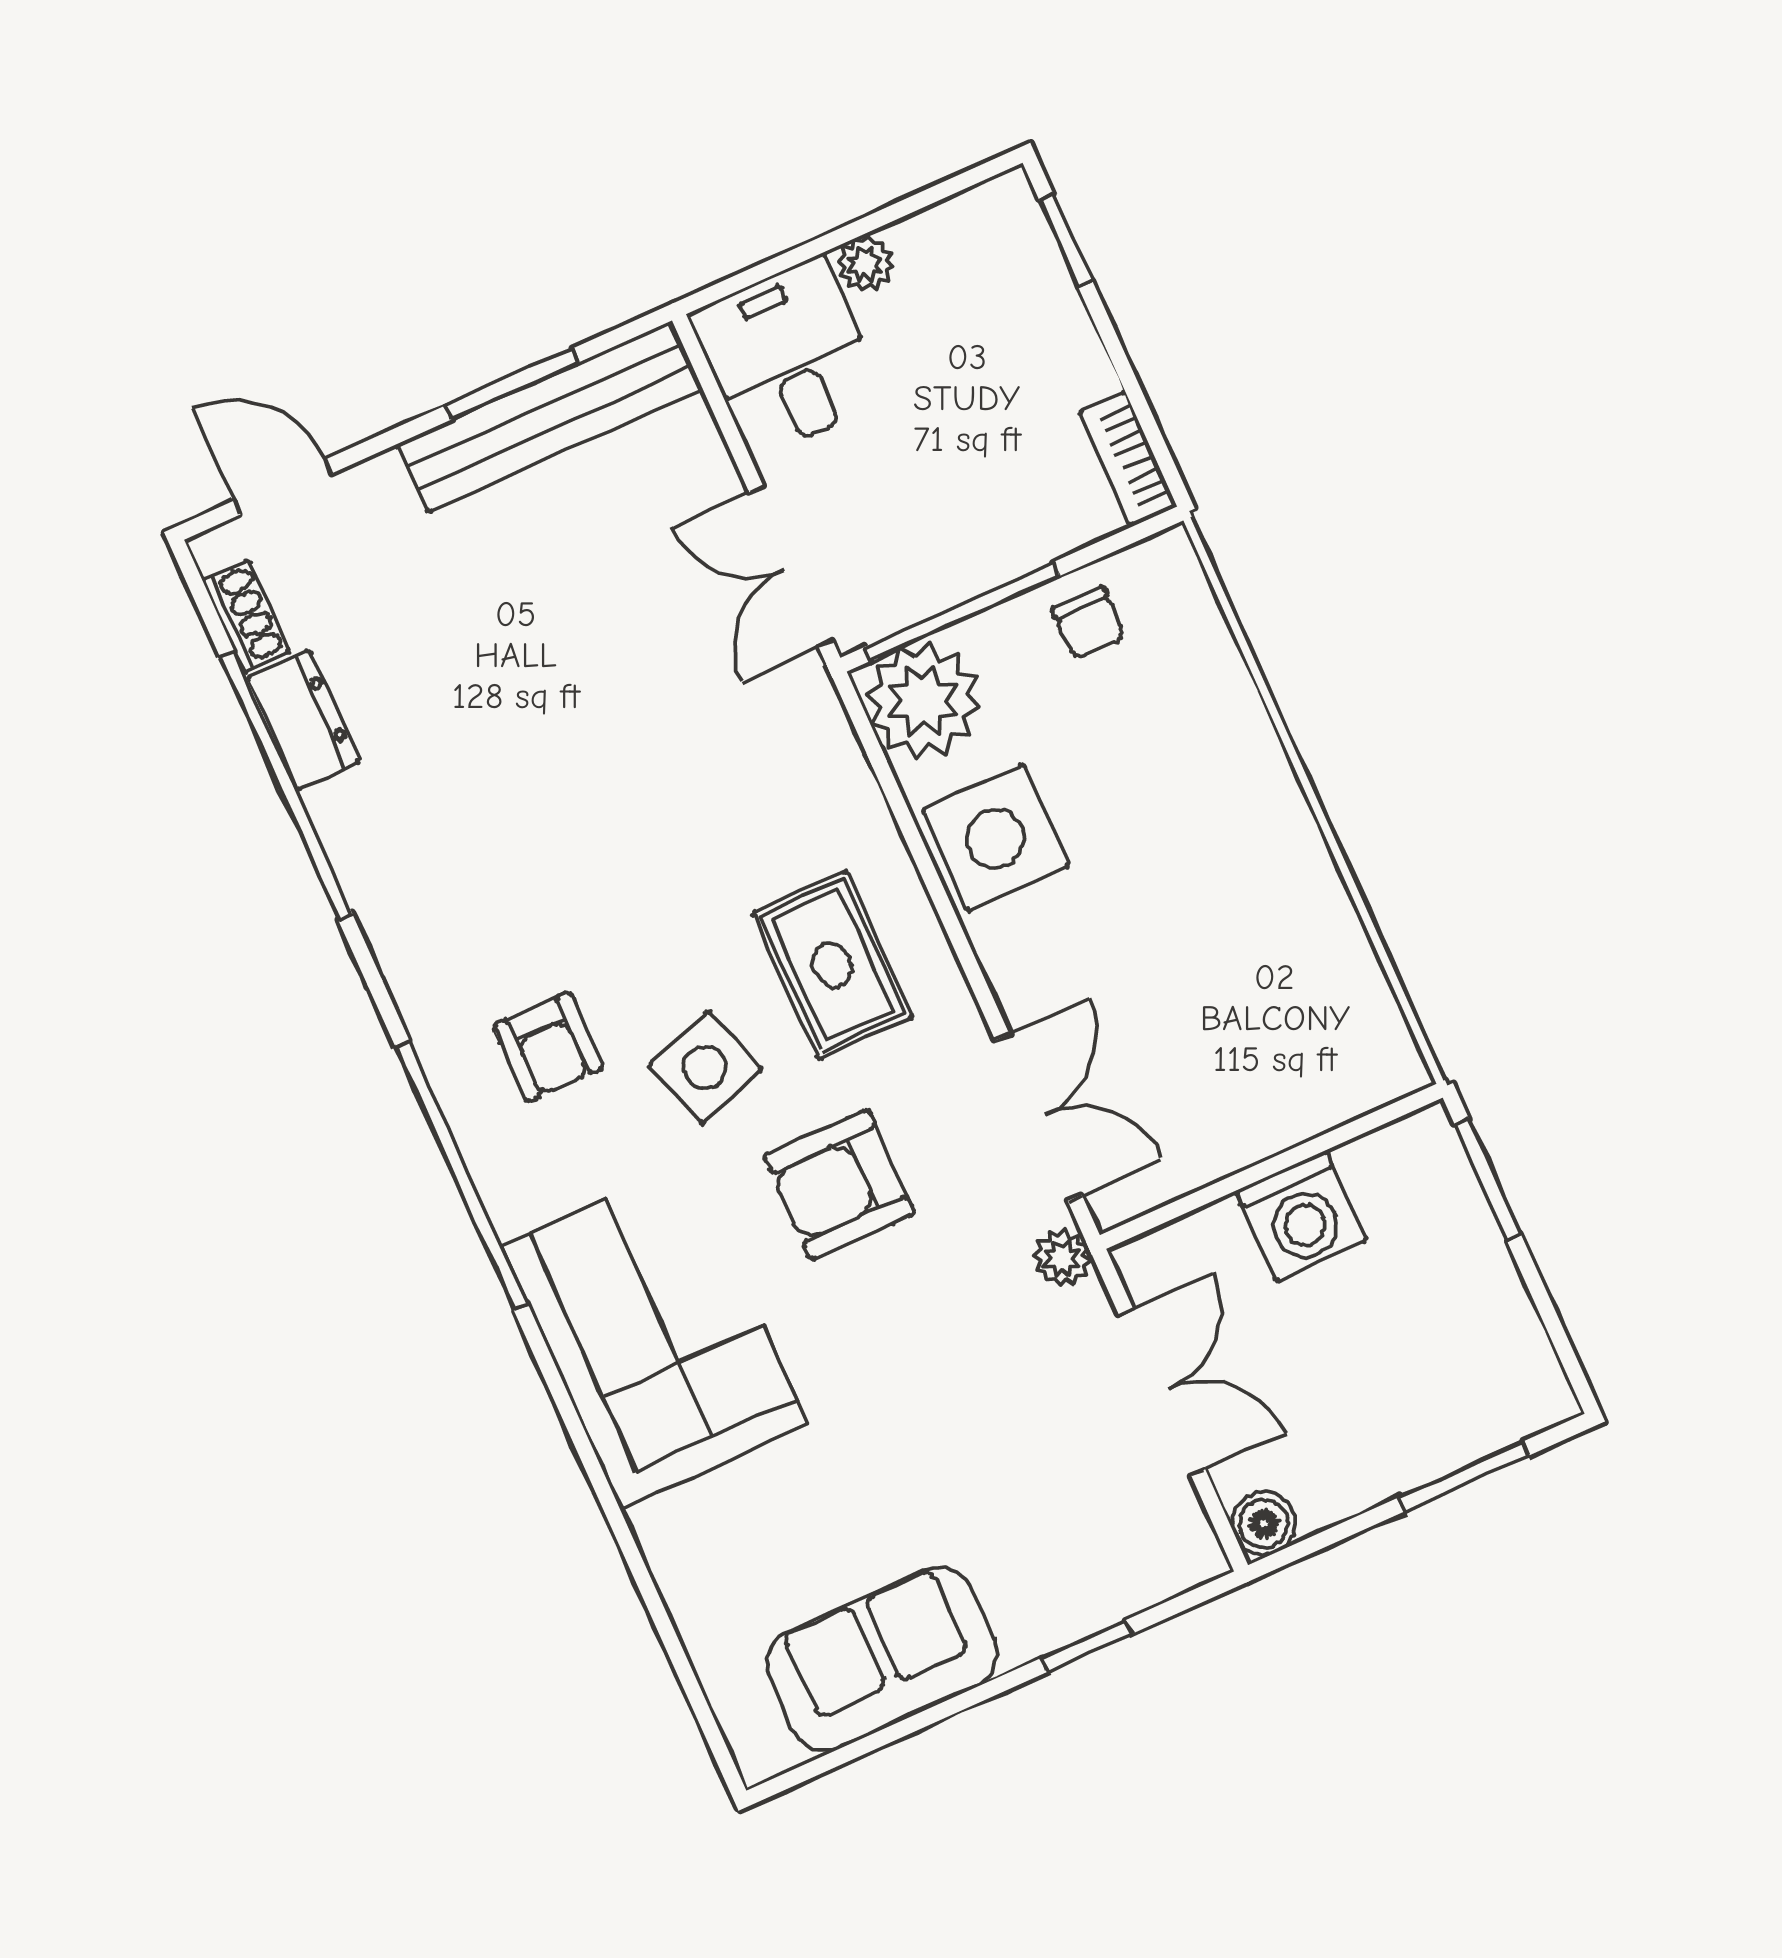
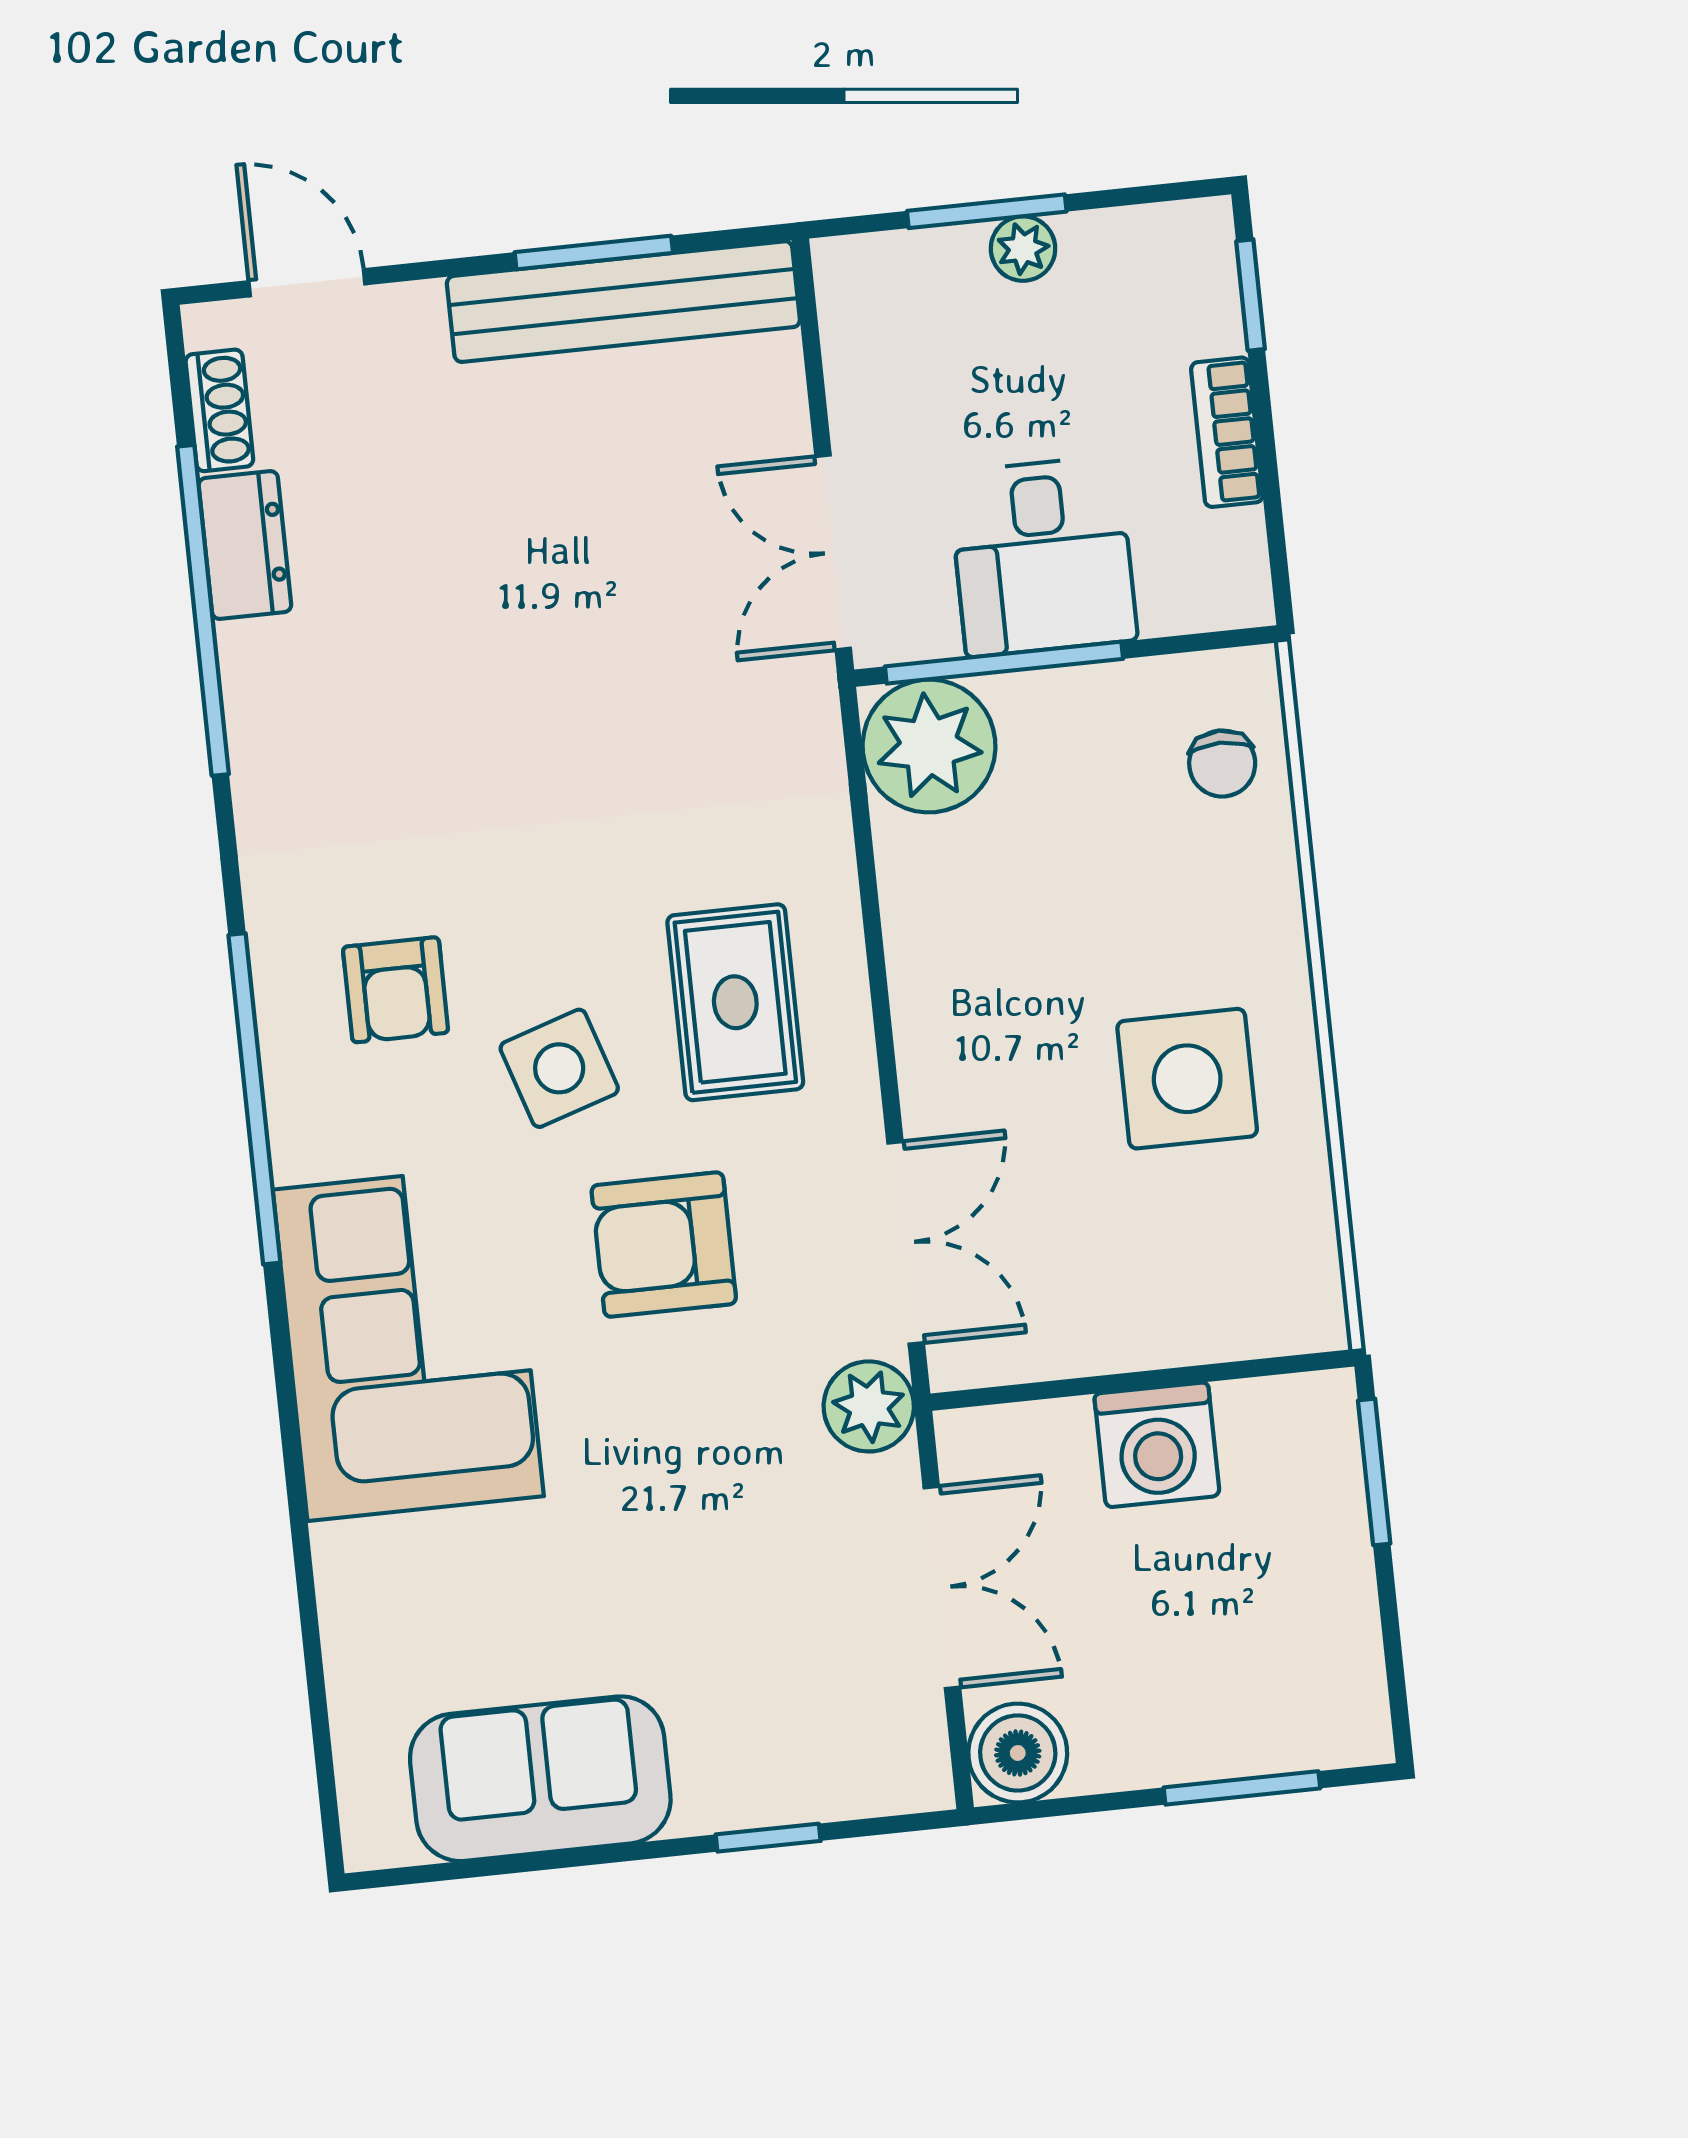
window: (825, 243) -> (987, 211), added
desk: (788, 357) -> (1042, 556), moved, turned 180
bookcase: (1128, 459) -> (1227, 432), moved
chair: (1089, 623) -> (1222, 764), moved
side table: (996, 838) -> (1187, 1079), moved
plant: (1062, 1258) -> (869, 1406), width x1.38, depth x1.38
boiler: (1264, 1523) -> (1018, 1753), width x1.36, depth x1.36

